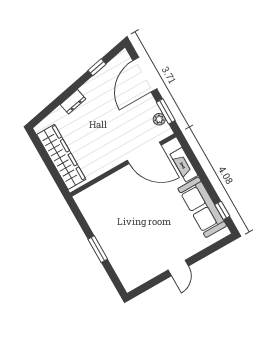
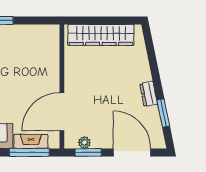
window: (97, 67) -> (163, 113), width x1.50
dresser: (73, 102) -> (149, 94), moved
window: (194, 161) -> (29, 152), added

